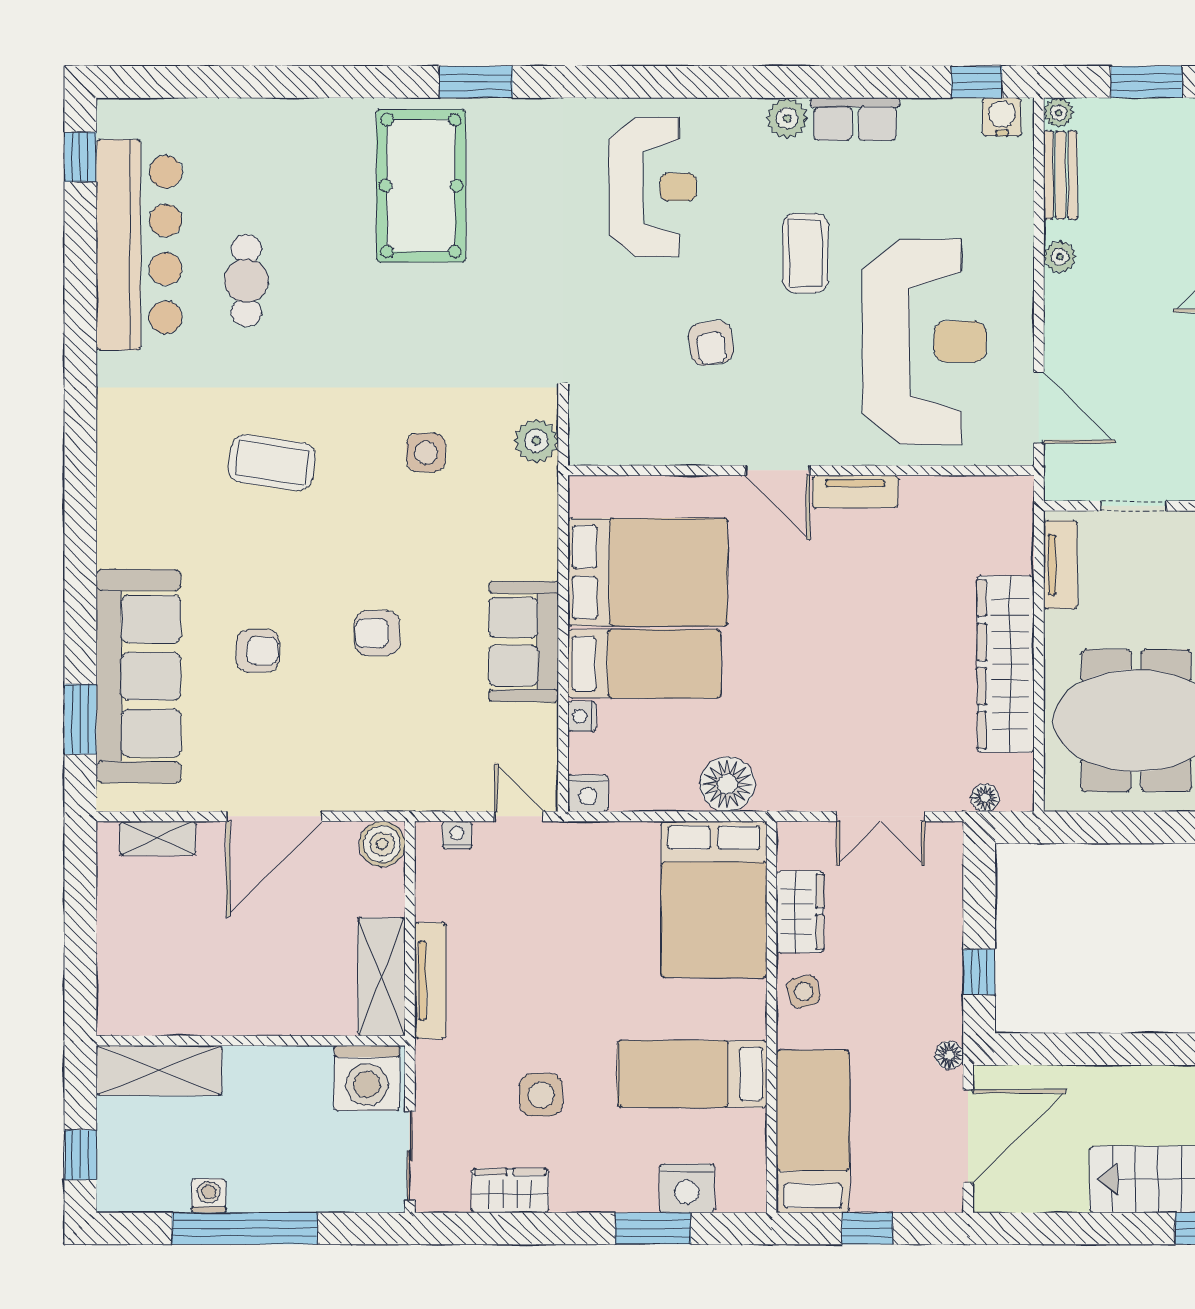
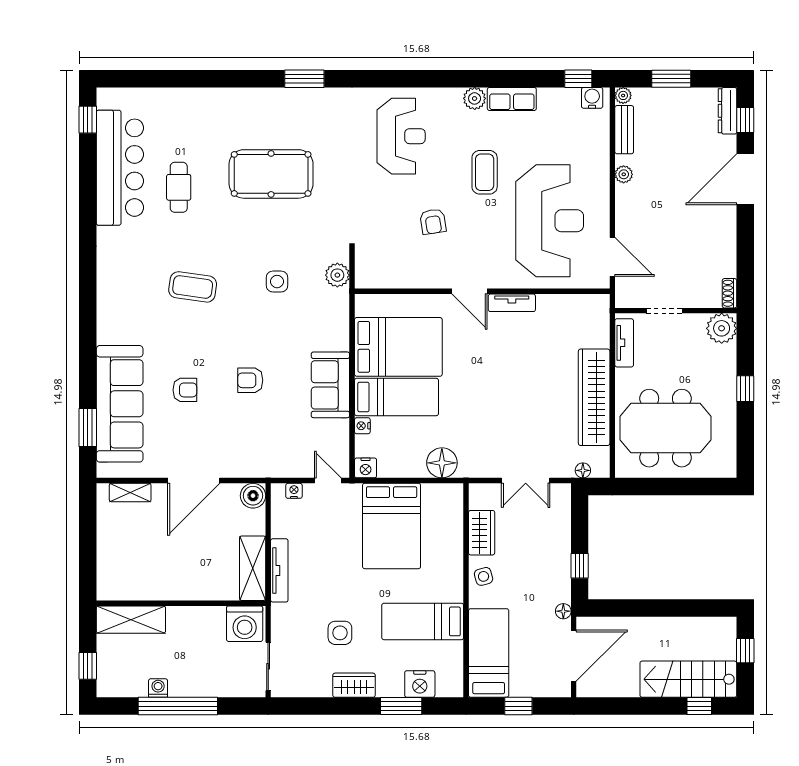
pool table: (421, 186) -> (271, 174), moved, turned 90
bed: (714, 899) -> (392, 526), moved
wardrobe: (510, 1190) -> (354, 685), moved

